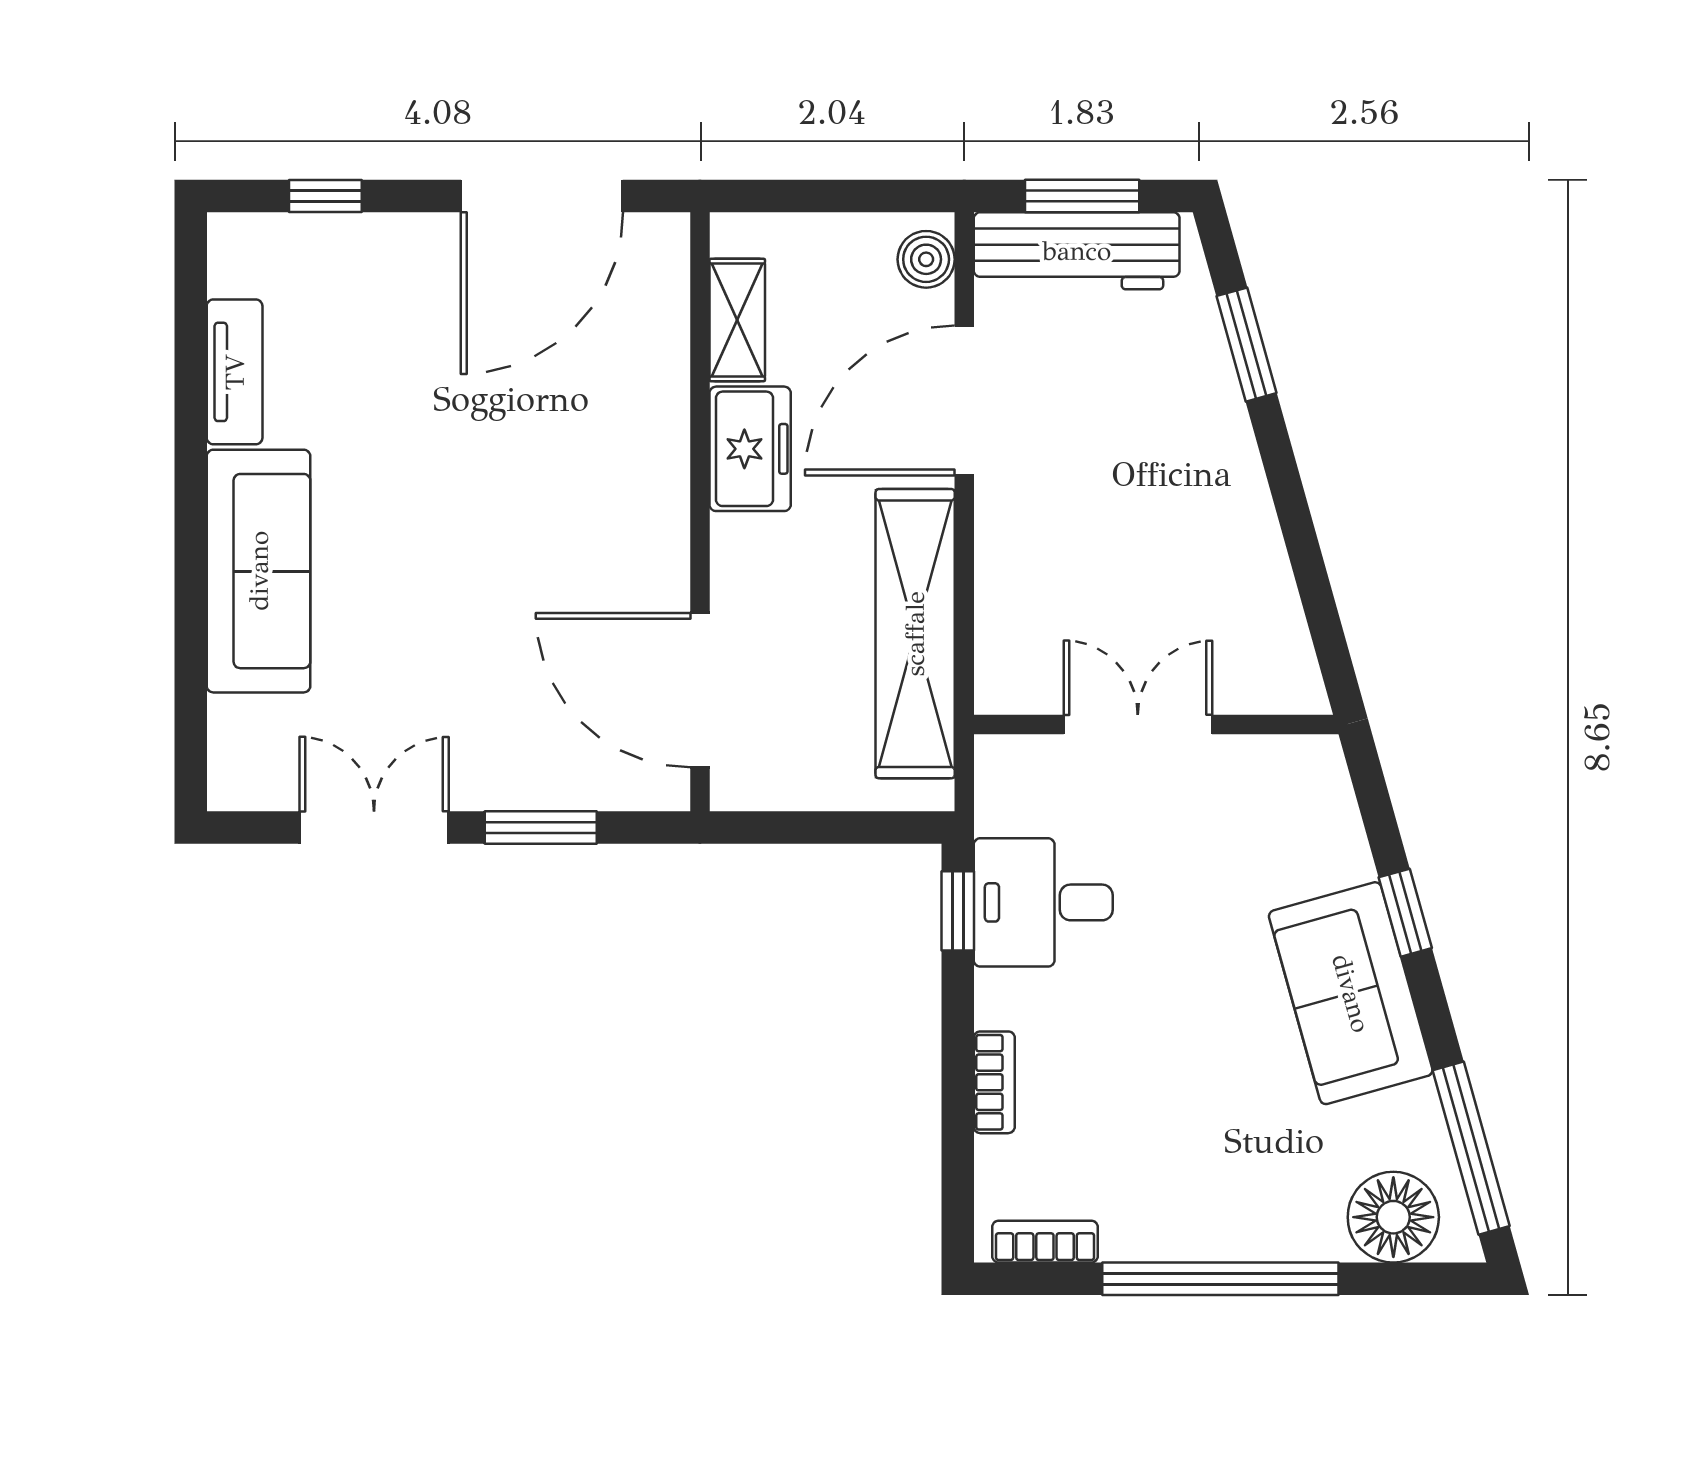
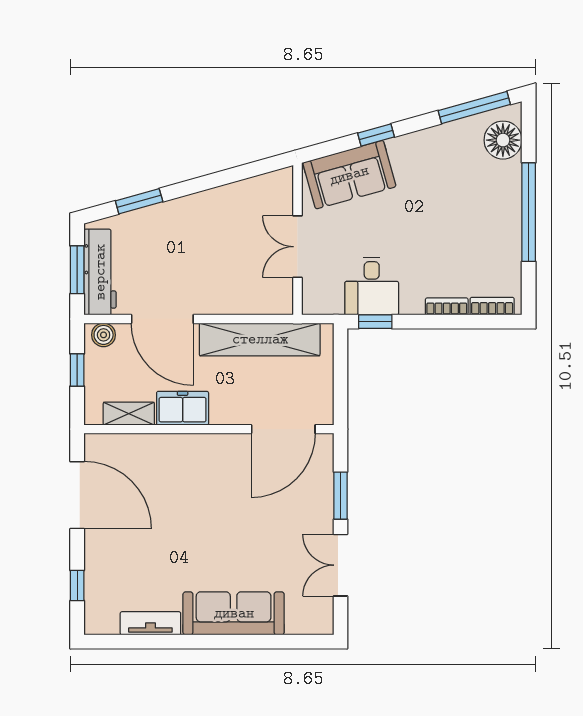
window: (842, 196) -> (77, 370), added
sofa: (1351, 993) -> (349, 175), moved
bookcase: (1045, 1242) -> (492, 306), moved, turned 90

